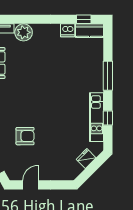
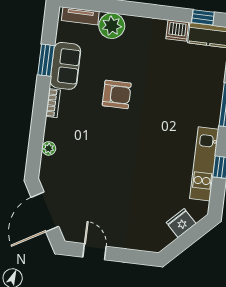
armchair: (25, 136) -> (117, 94), moved
door: (31, 185) -> (94, 252), hinge flipped

